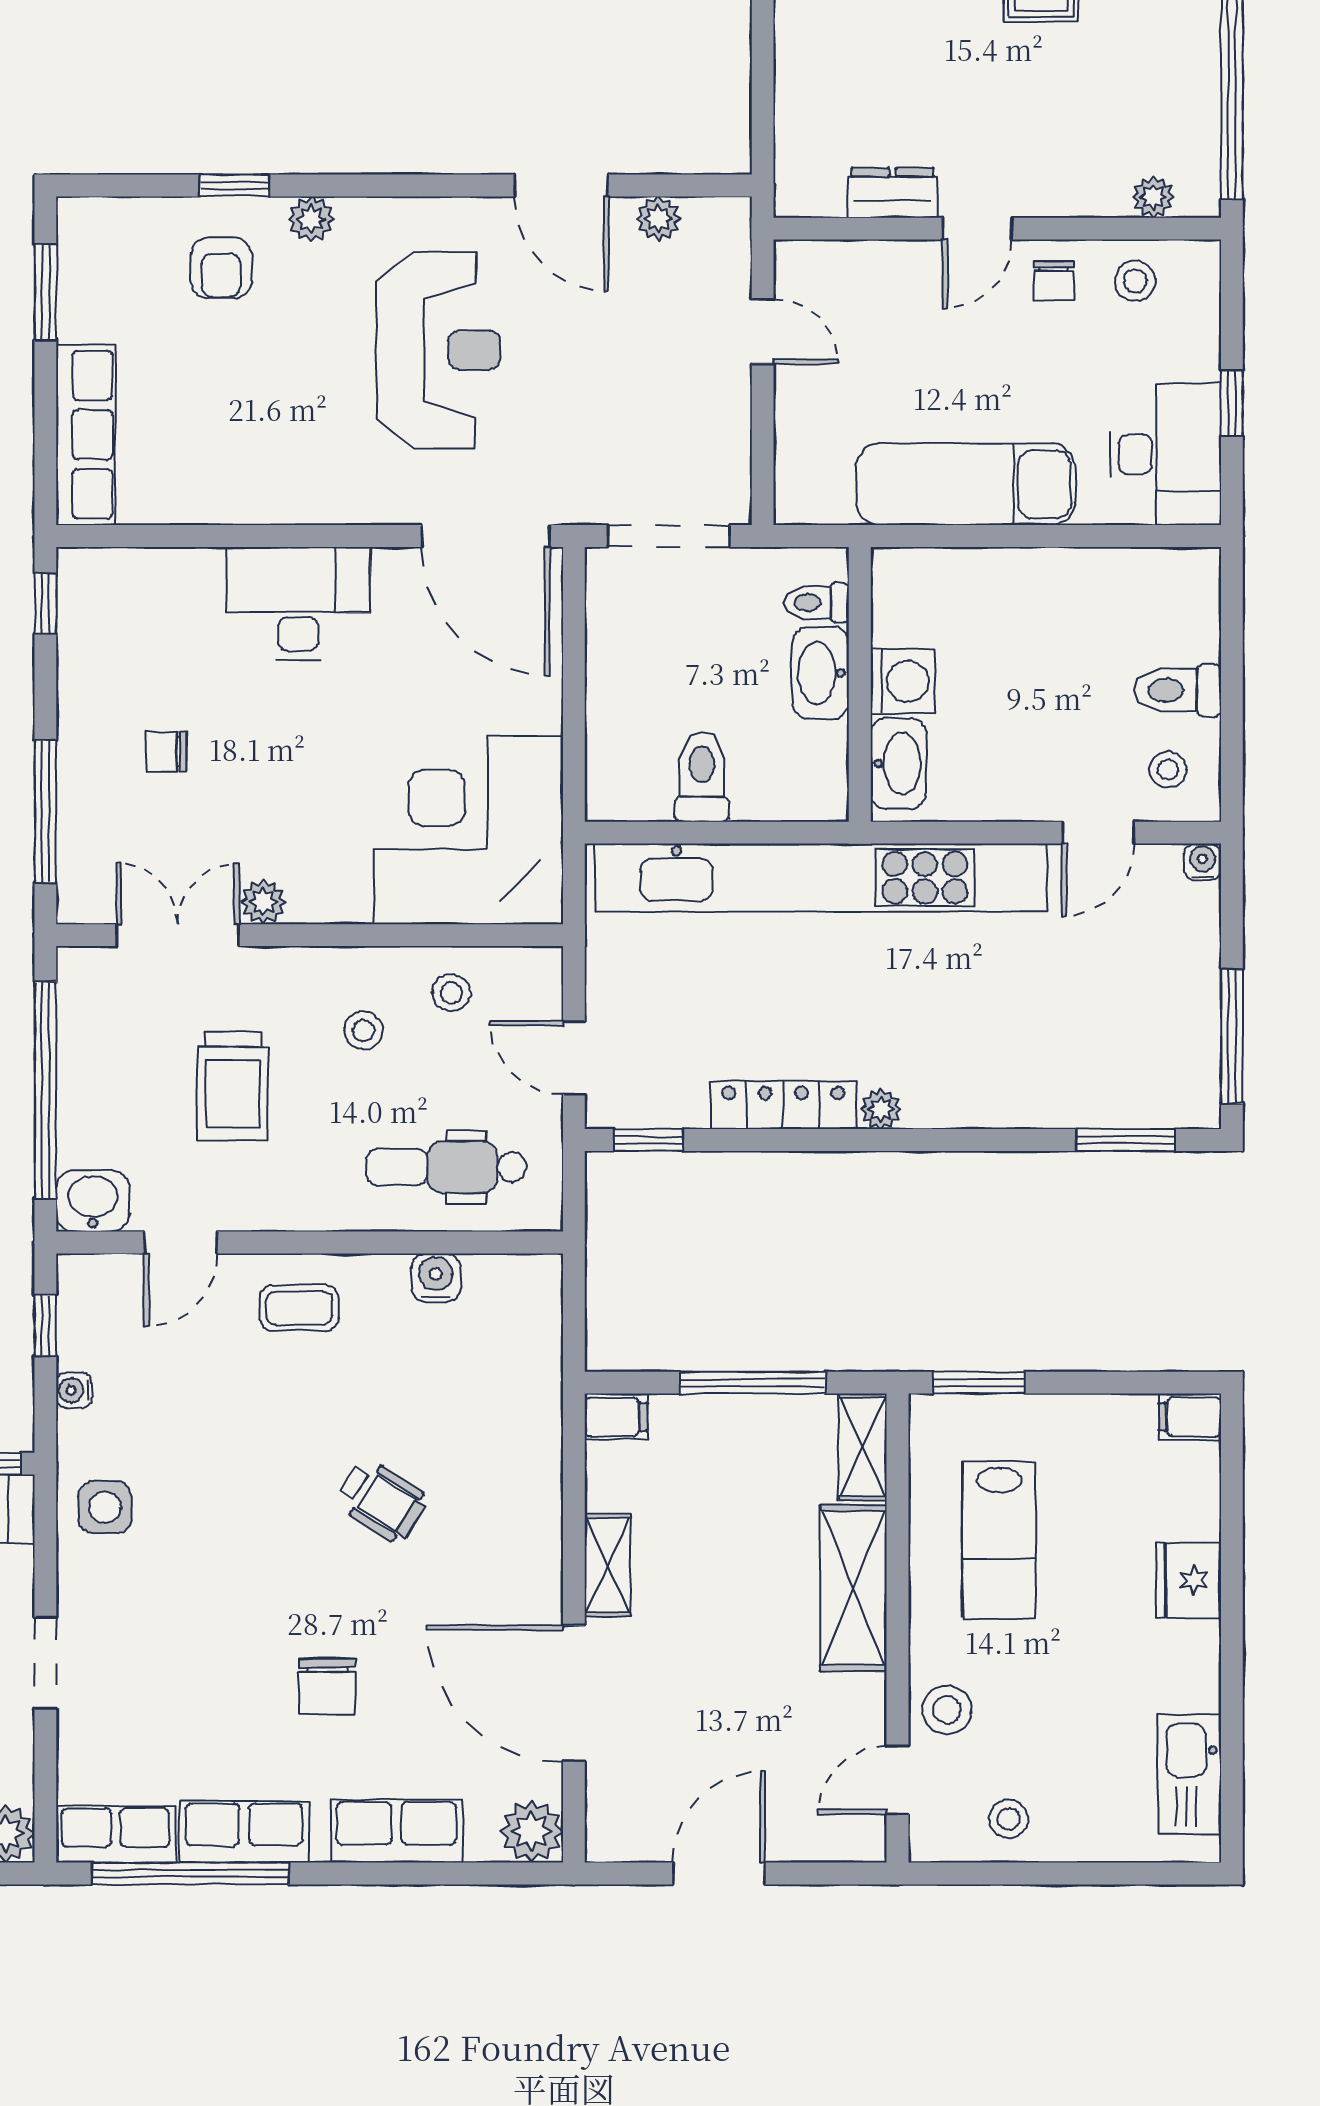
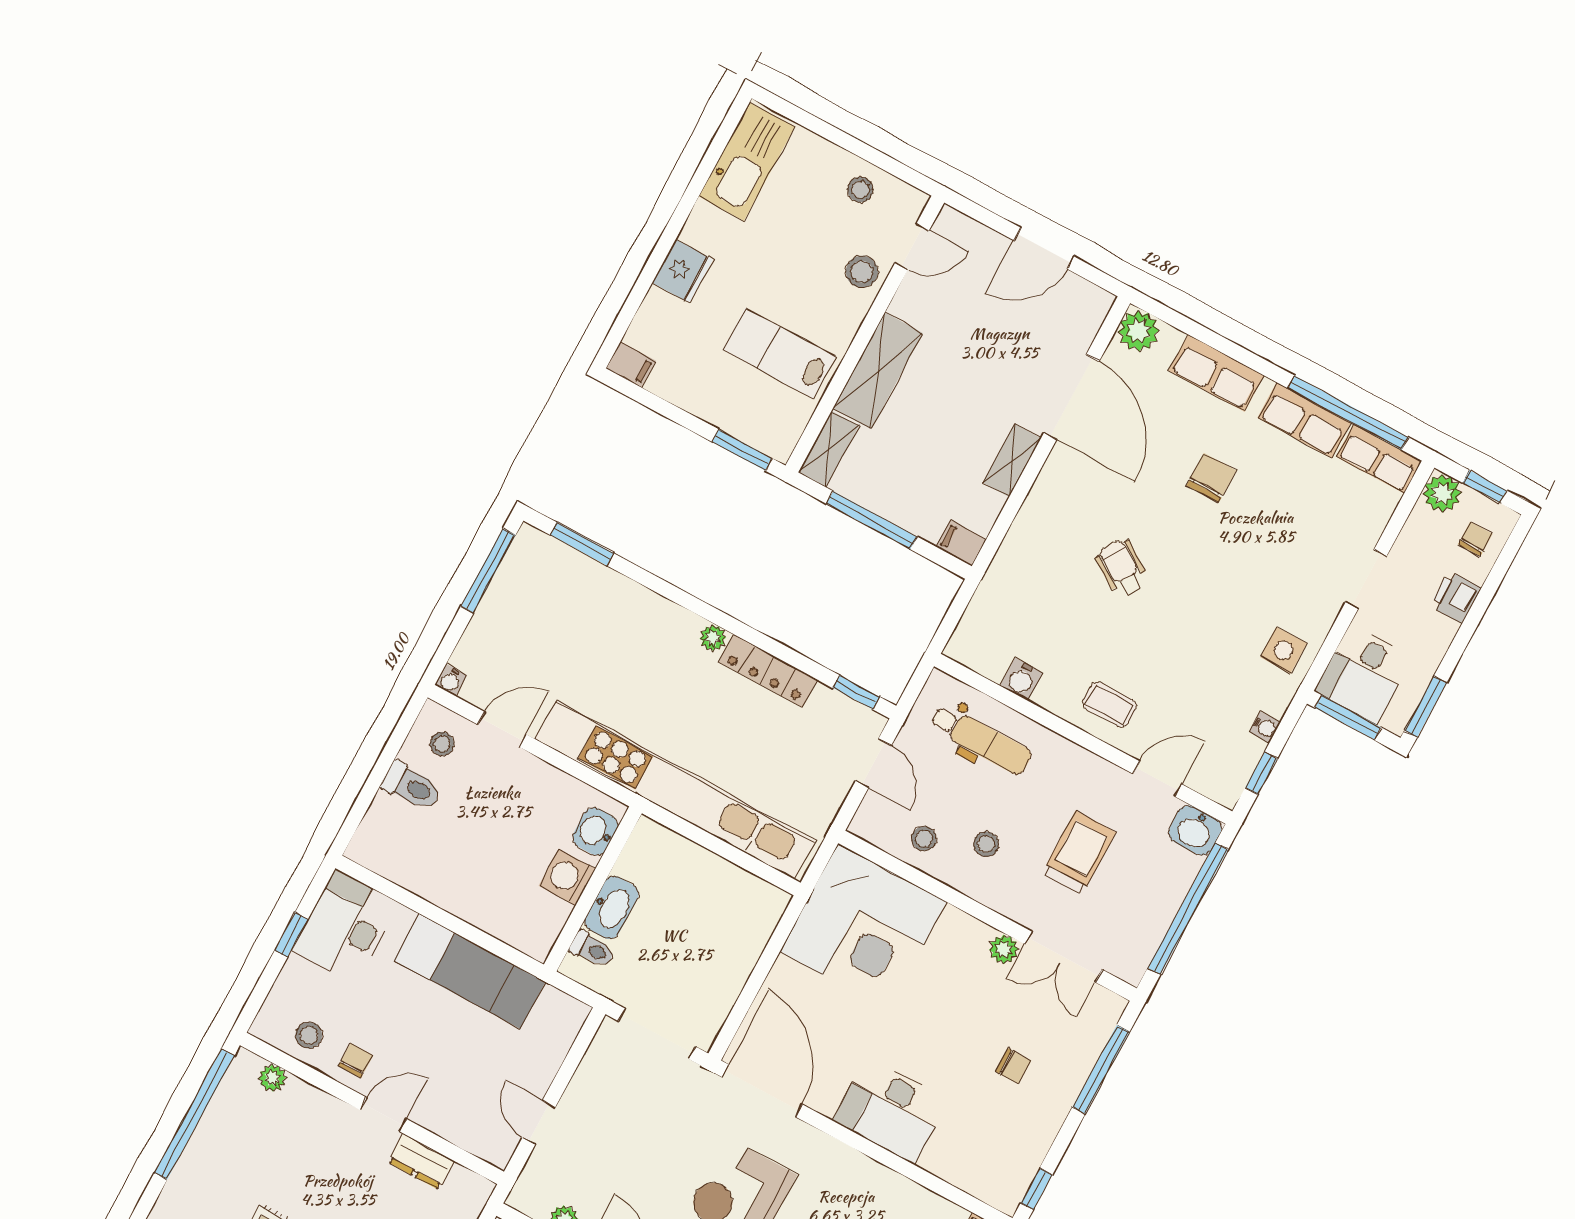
washbasin: (898, 763) -> (595, 831), width x0.72
toilet: (702, 777) -> (713, 885), removed
lab bench: (999, 1540) -> (779, 353), turned -90
kitchen sink: (1189, 1774) -> (747, 161), width x1.36, depth x1.24

